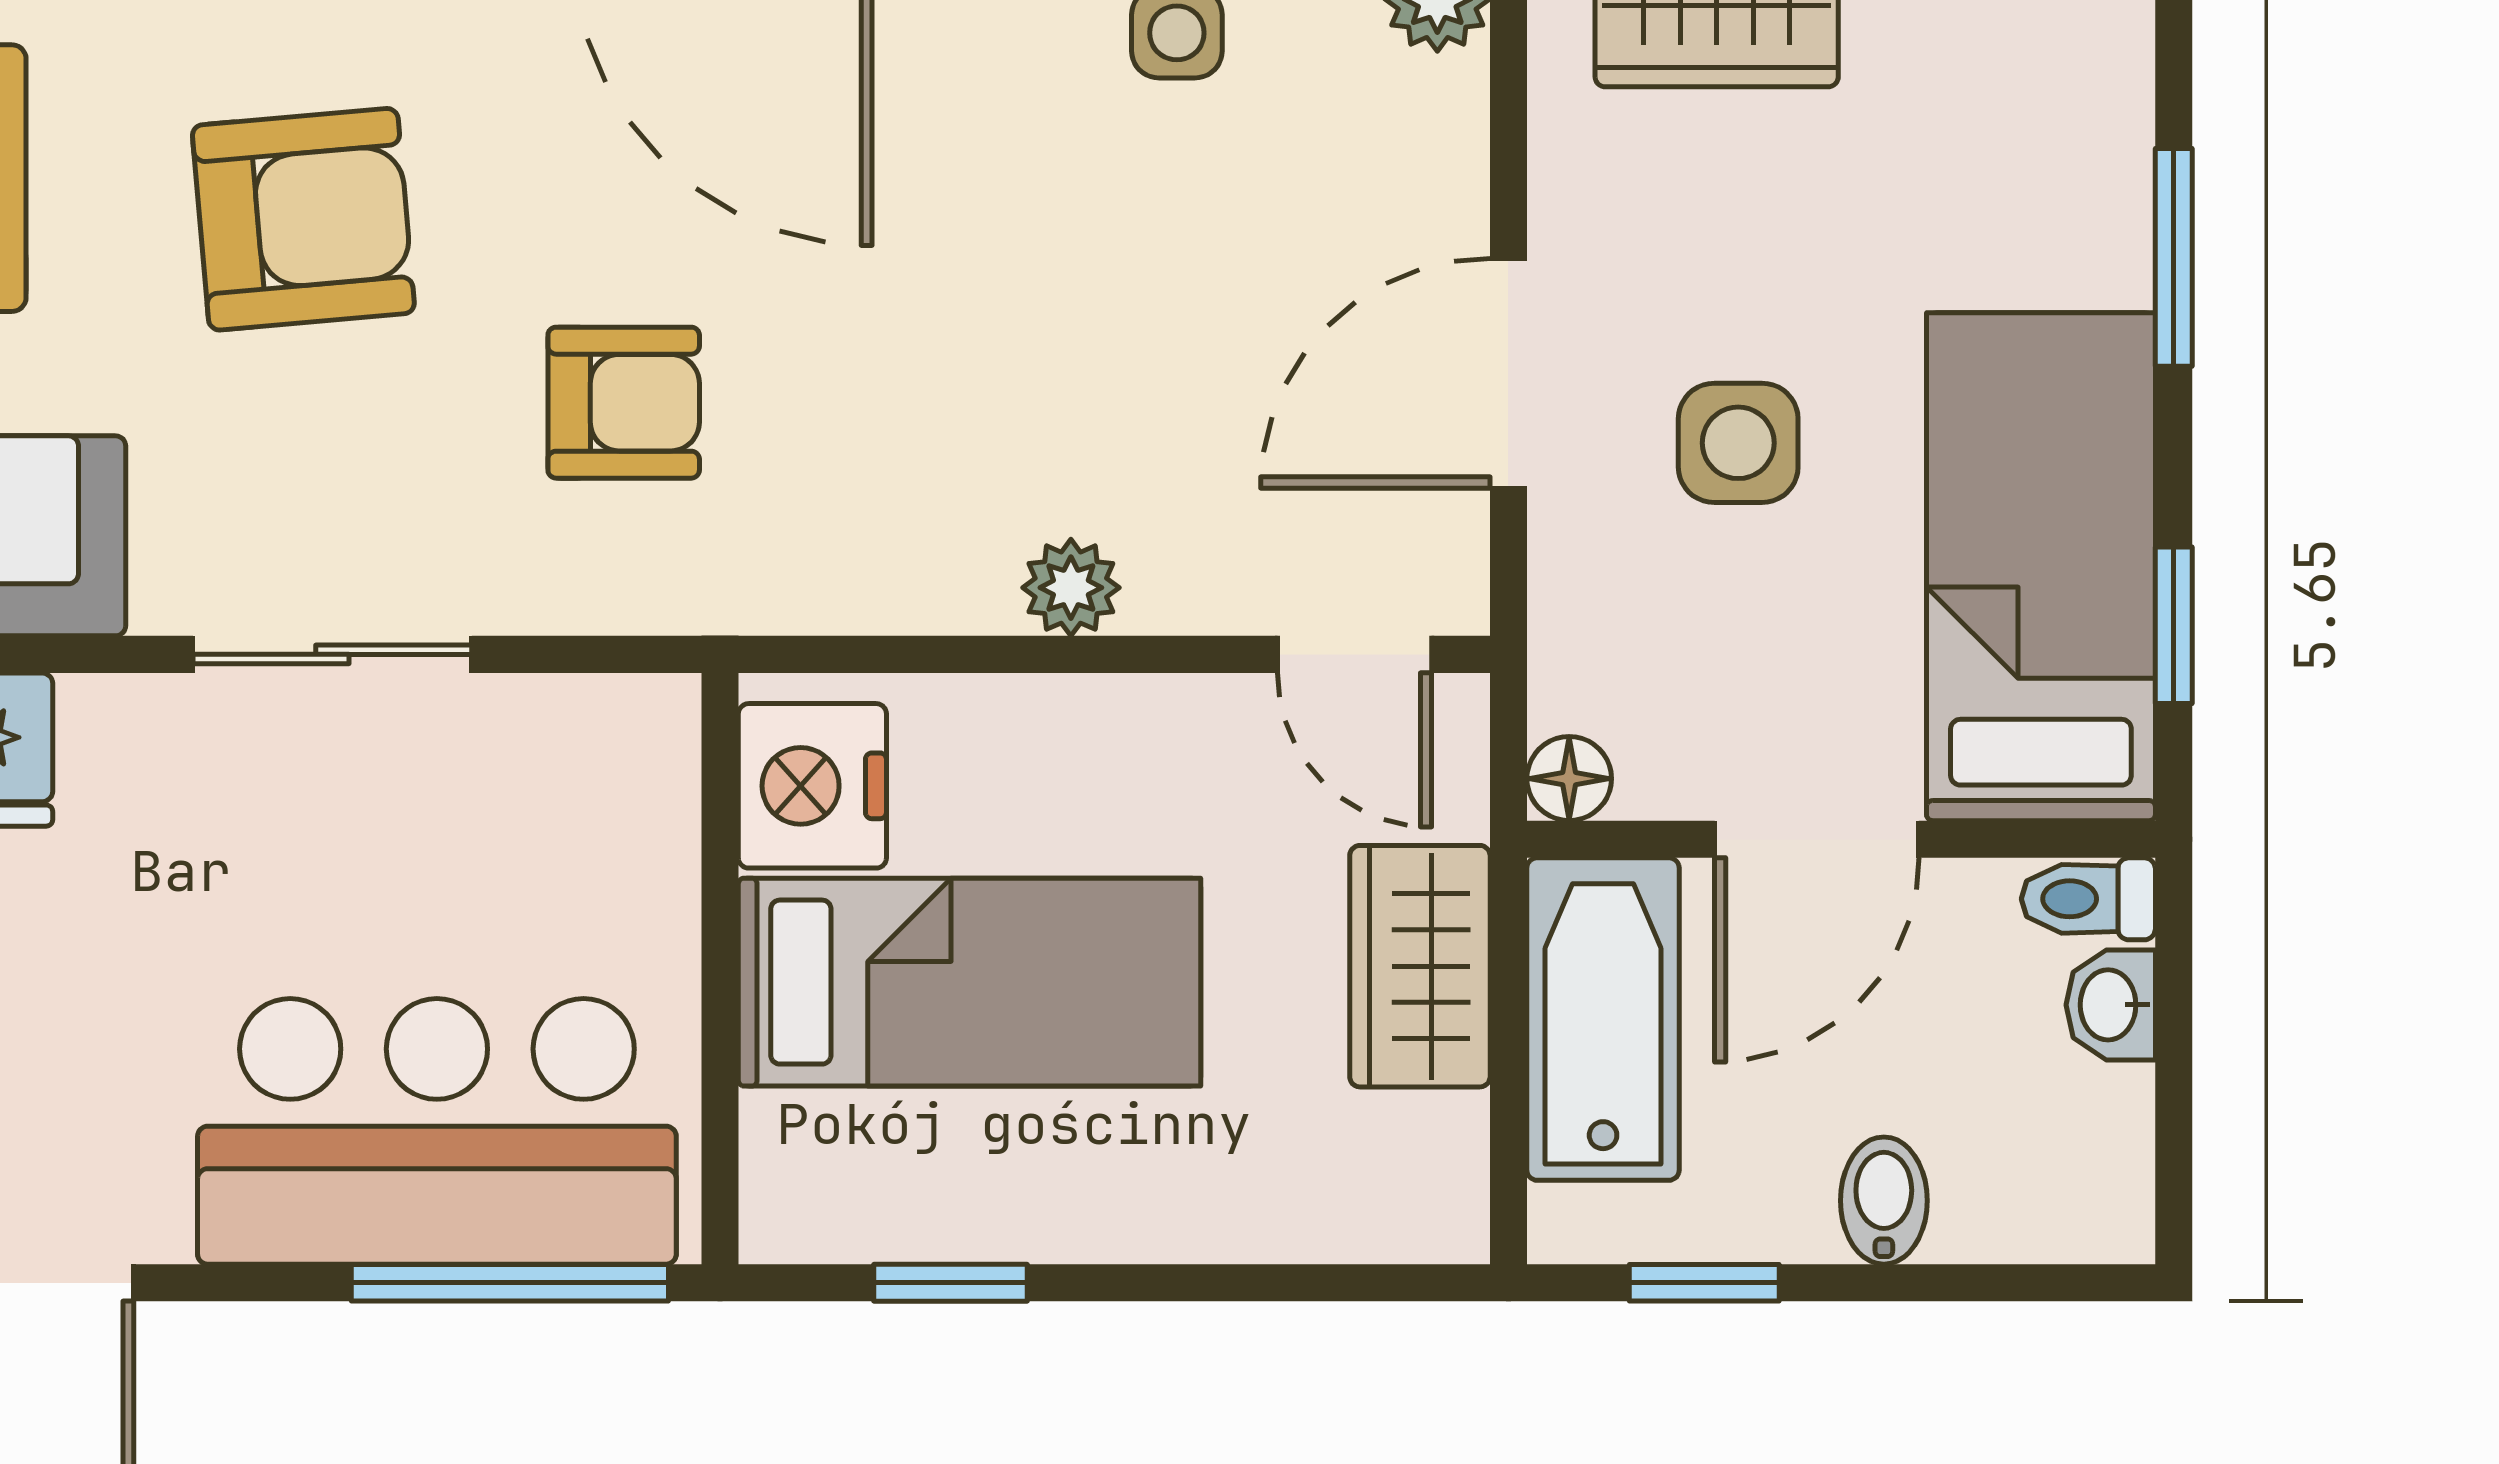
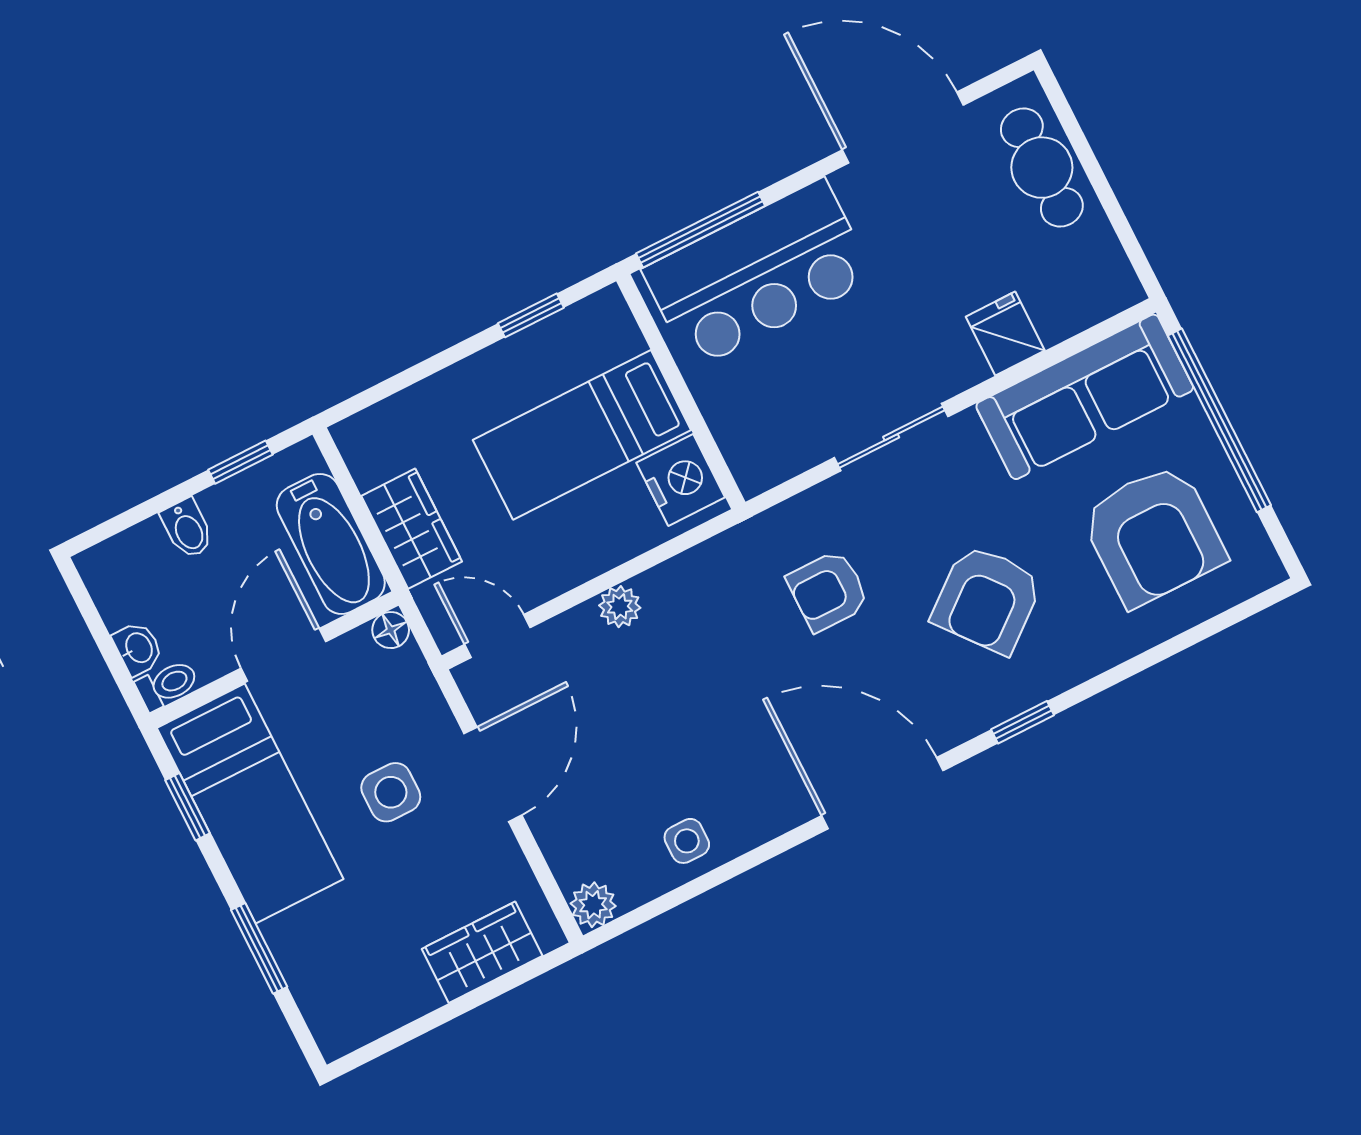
armchair: (303, 219) -> (987, 599), turned -34

